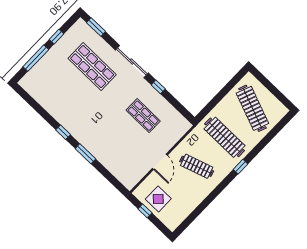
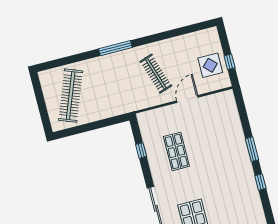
window: (158, 87) -> (141, 150), moved
clothes rail: (224, 137) -> (113, 85), removed
window: (240, 167) -> (115, 48), width x2.17

